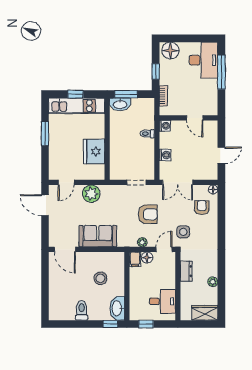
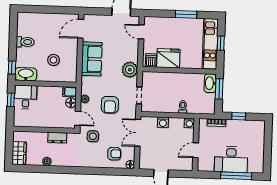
floor lamp: (170, 51) -> (257, 130), removed
desk: (203, 60) -> (231, 159), moved
dishwasher: (97, 171) -> (151, 60), added
plant: (91, 194) -> (130, 70), moved
desk: (162, 301) -> (26, 97), moved, turned 180

